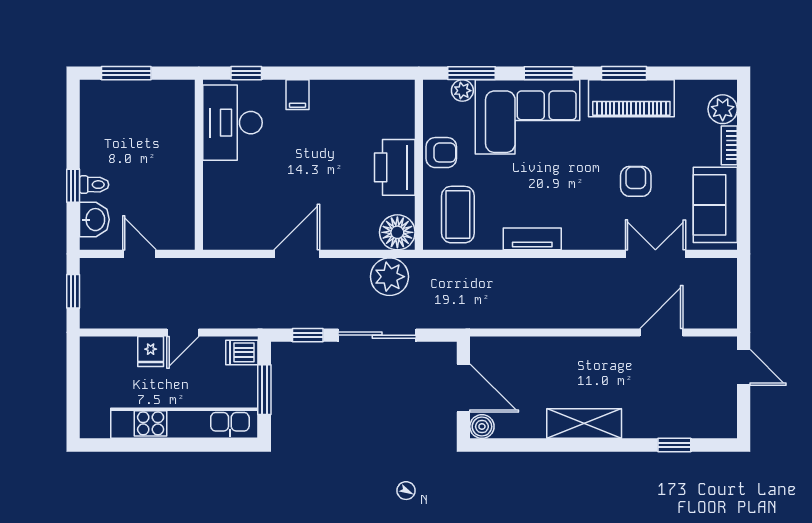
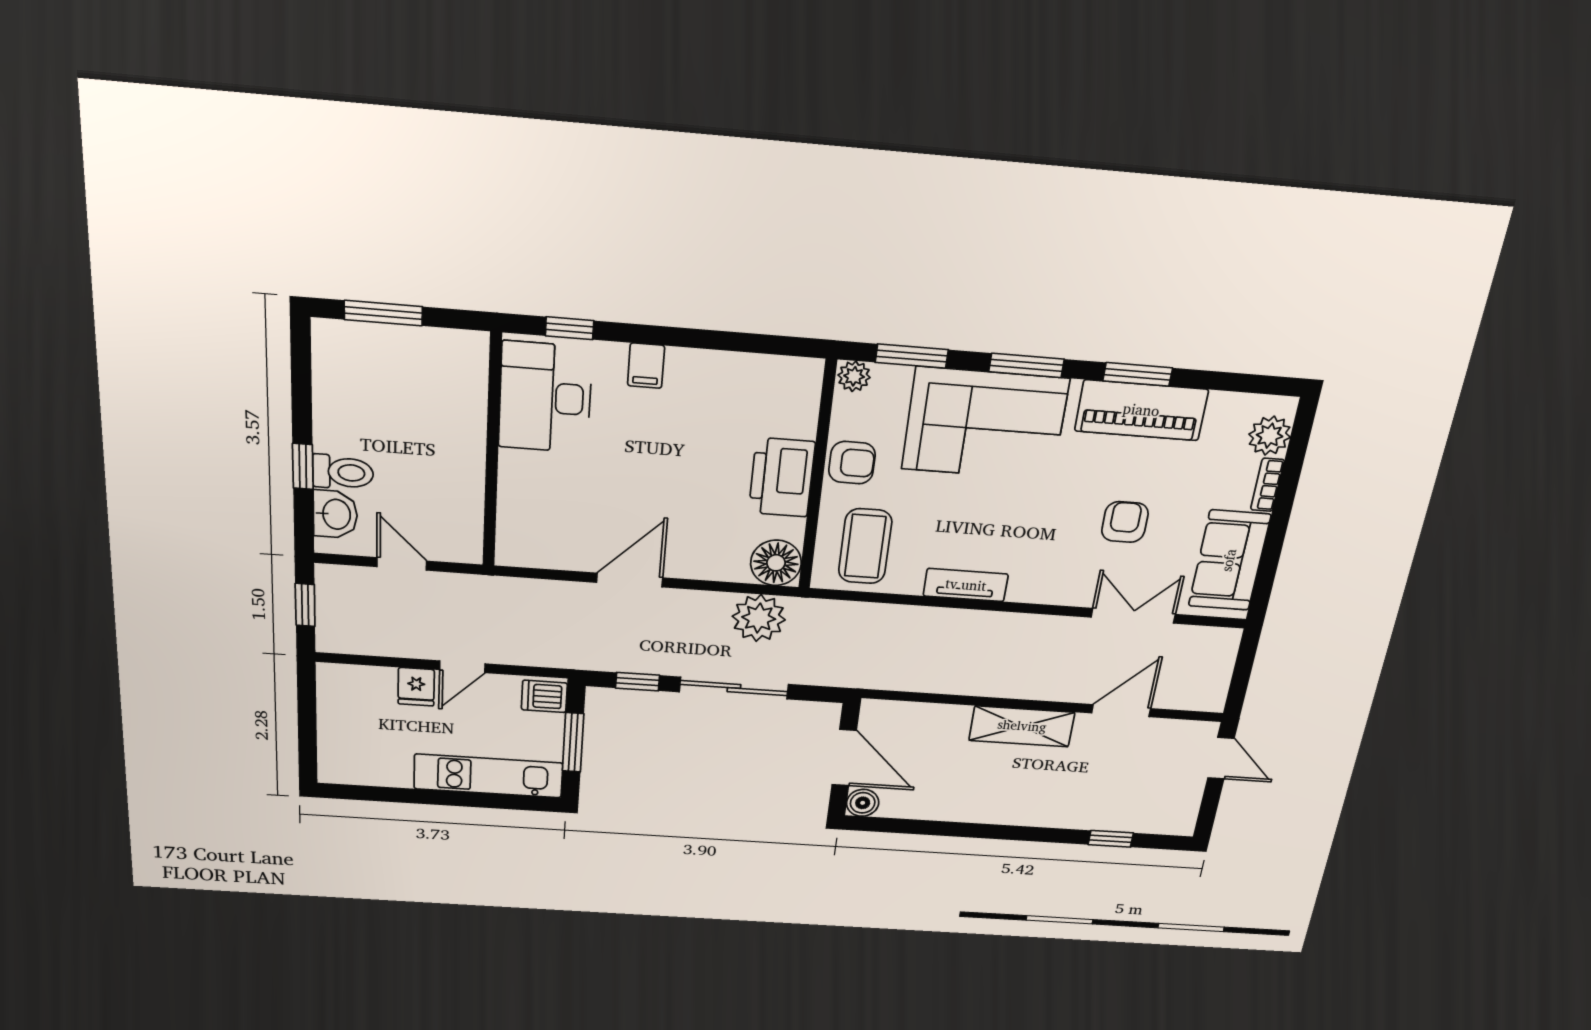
plant: (462, 91) -> (854, 376), moved
toilet: (94, 185) -> (343, 472), width x1.37, depth x1.39
kitchen unit: (184, 423) -> (488, 776), width x0.73
shelving: (584, 424) -> (1022, 726), moved

